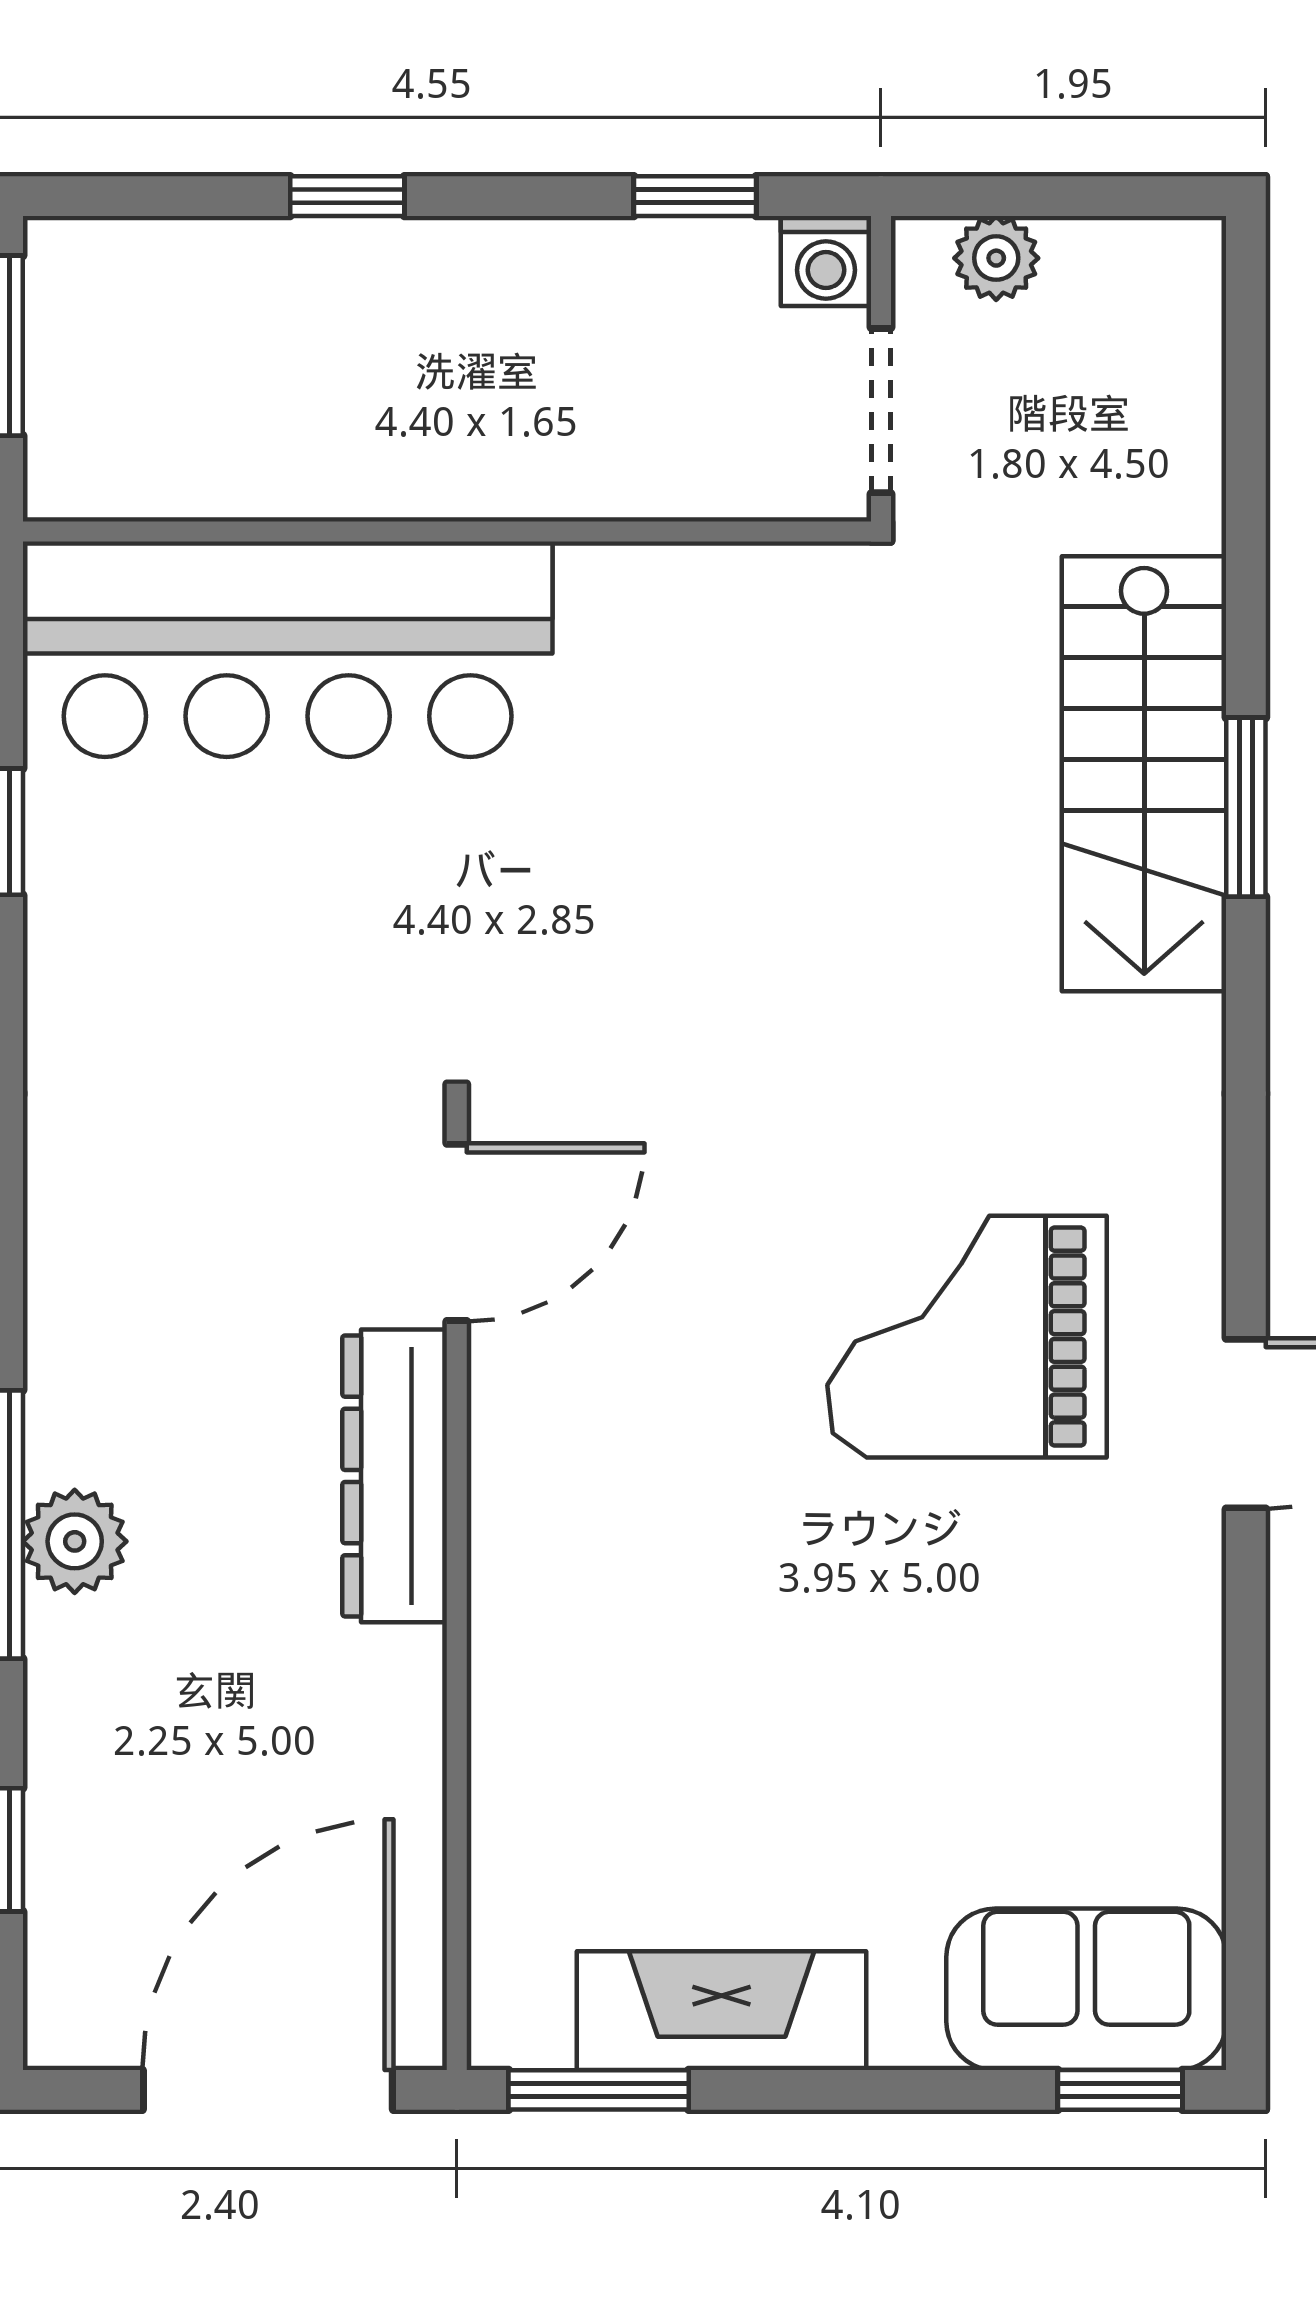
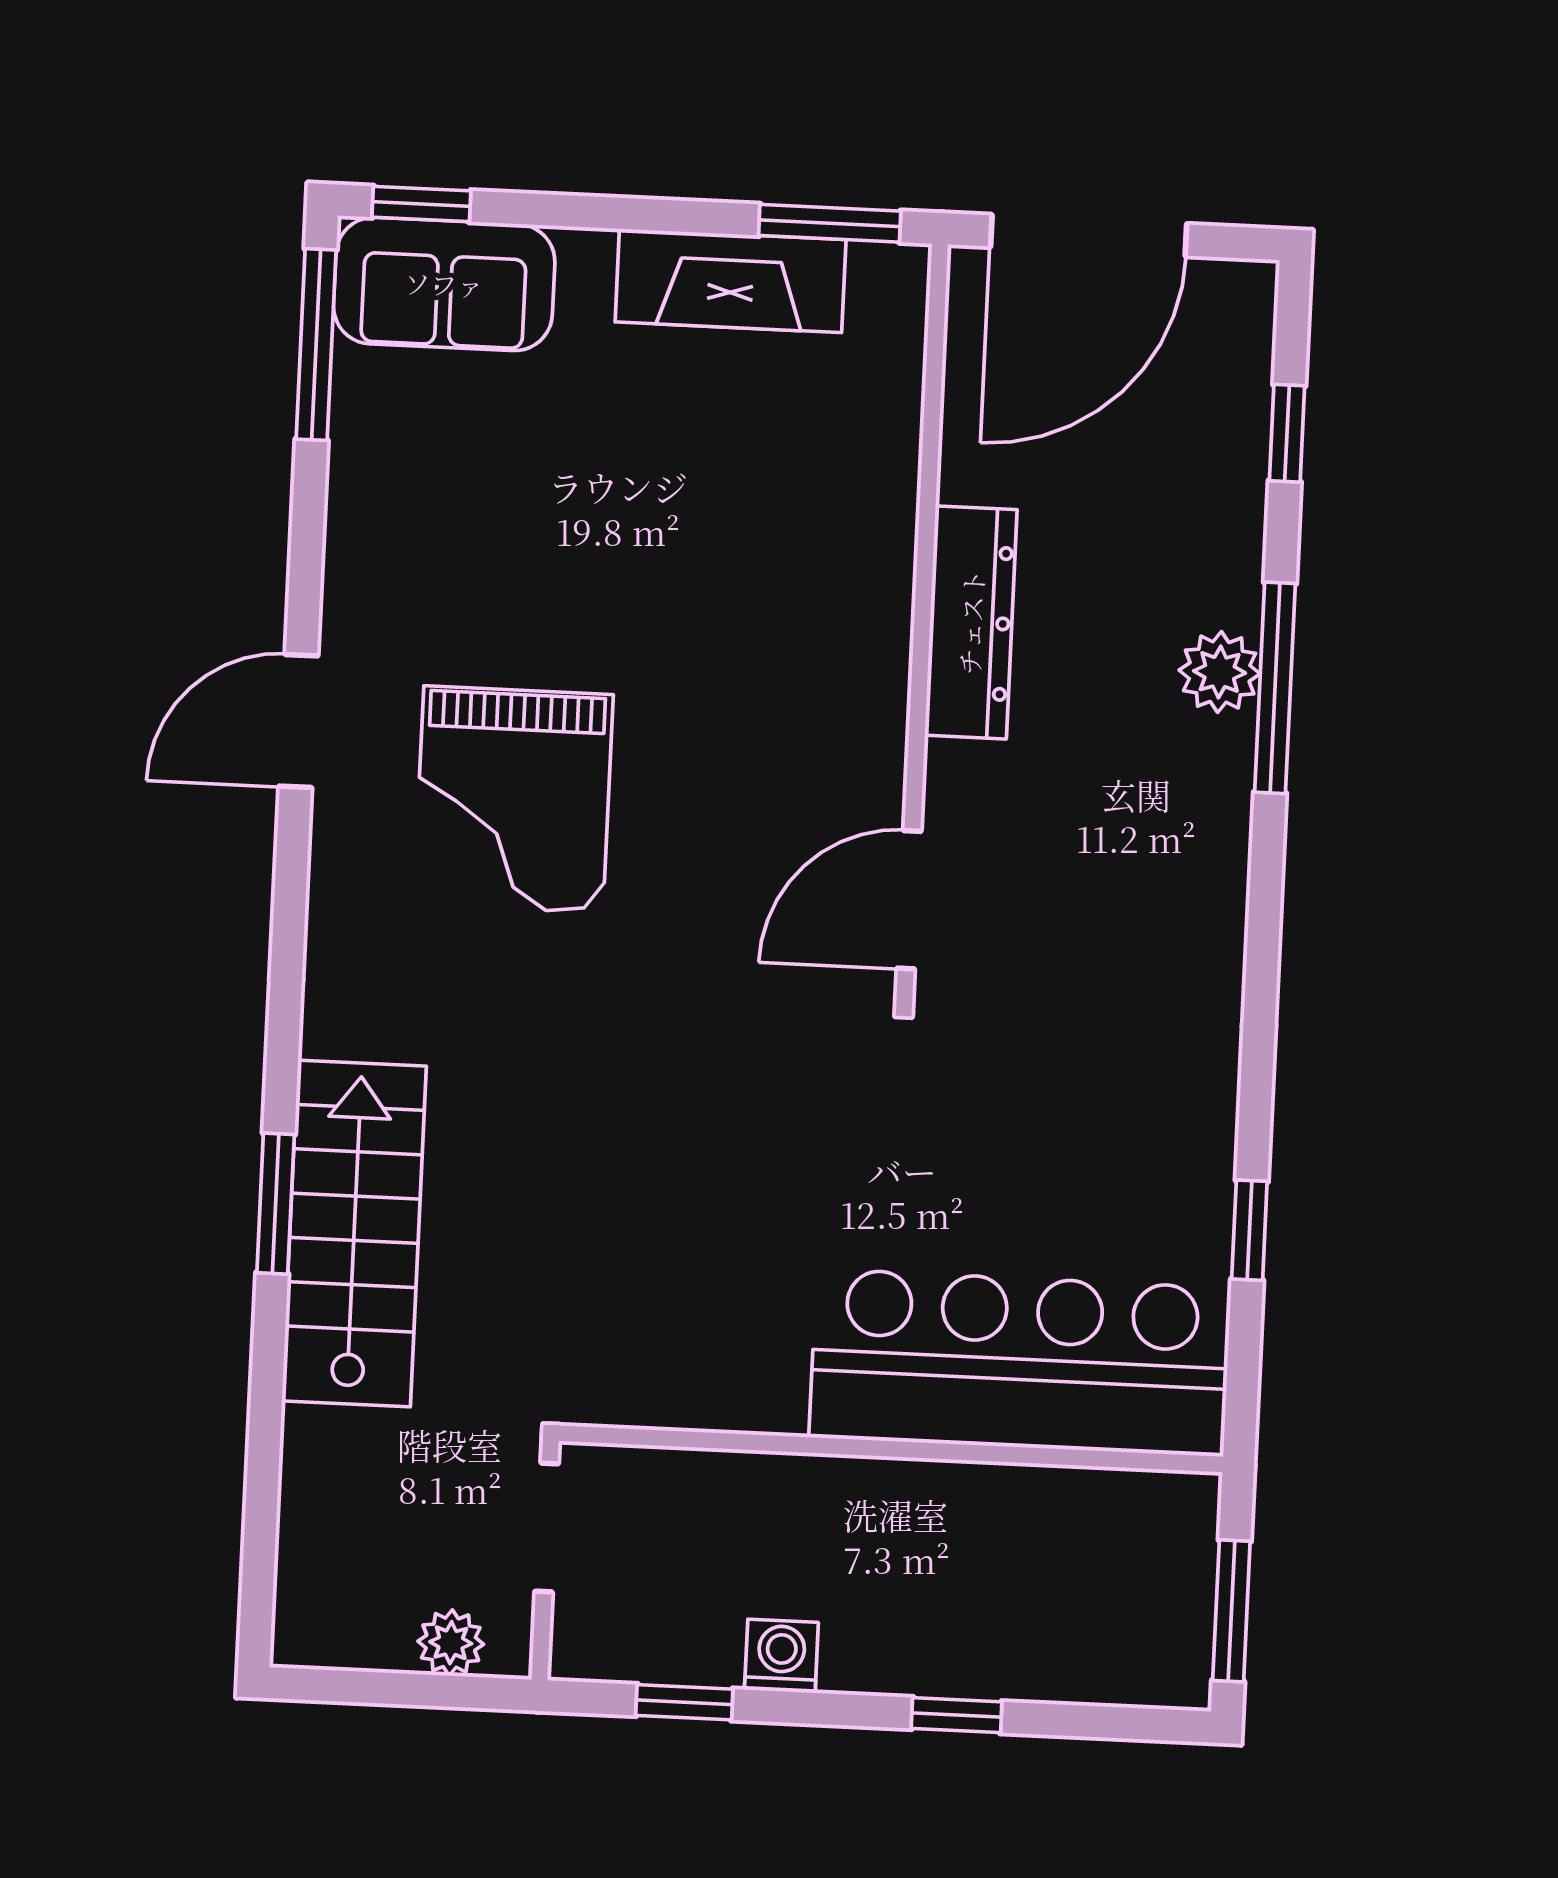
washing machine: (826, 261) -> (781, 1656), moved
grand piano: (967, 1337) -> (513, 799), turned 90
dresser: (395, 1476) -> (971, 622), moved
window: (1246, 1904) -> (316, 345), added

